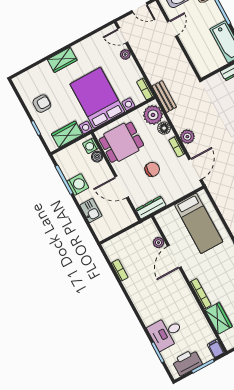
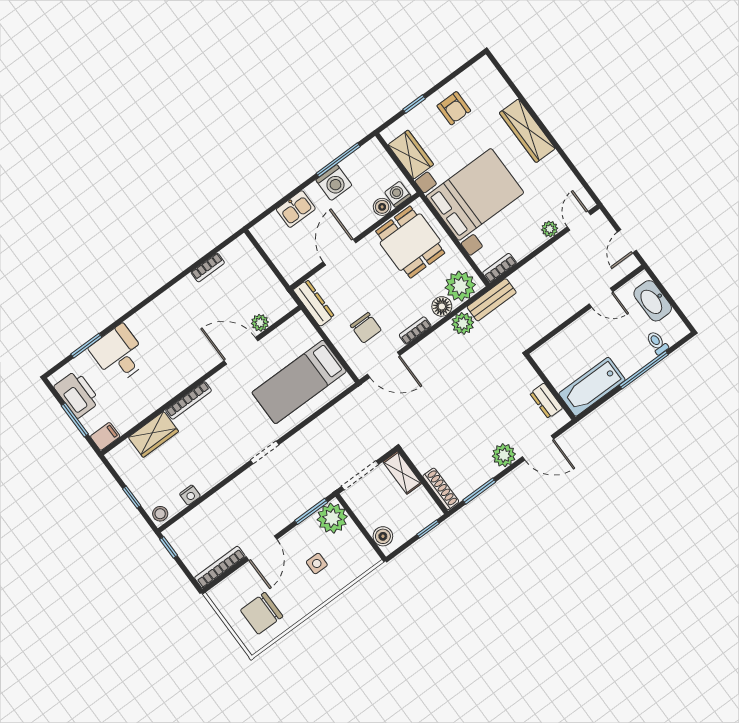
wardrobe: (62, 60) -> (527, 131), width x1.50
plant: (187, 137) -> (463, 323), moved
chair: (152, 169) -> (366, 328), moved

